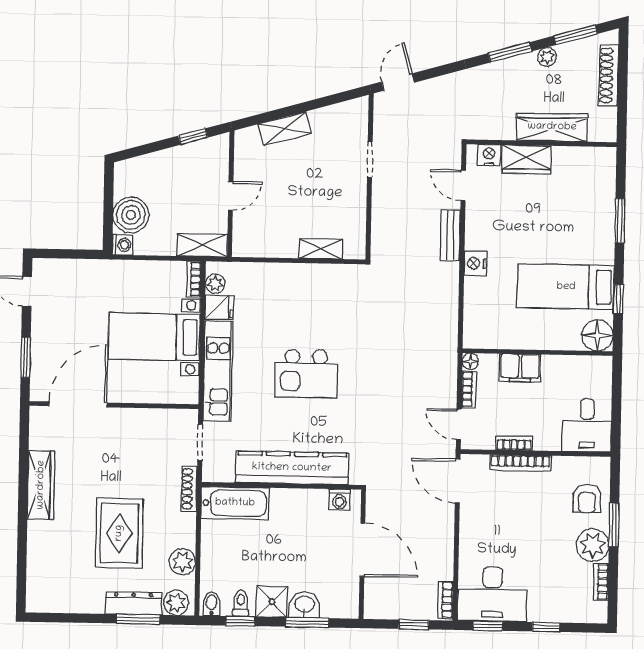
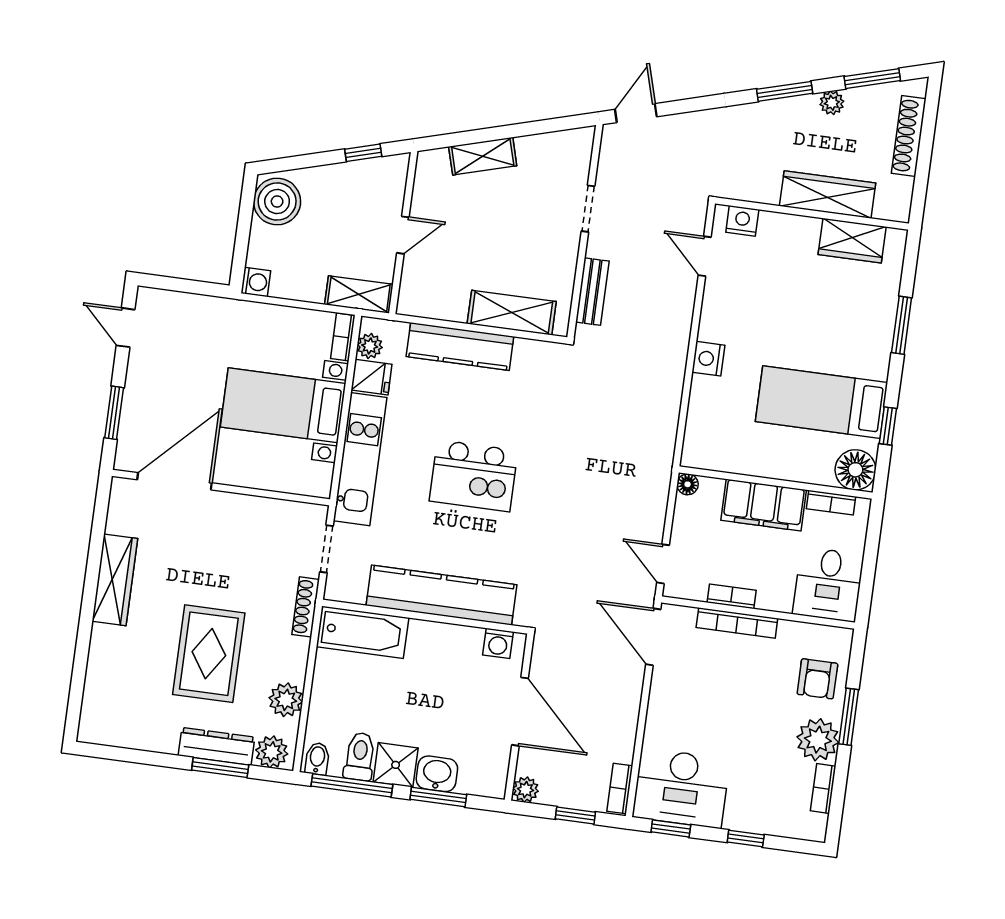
wardrobe: (527, 160) -> (852, 241), moved
boiler: (131, 215) -> (277, 202), moved
bench: (450, 235) -> (592, 292), moved
shelving: (321, 249) -> (512, 313), width x1.50, depth x1.33
kitchen counter: (284, 276) -> (460, 346), added
filing cabinet: (520, 368) -> (764, 505), width x1.50, depth x1.17
bookcase: (469, 389) -> (831, 503), moved, turned 90
toilet: (241, 603) -> (360, 756), width x1.37, depth x1.39
plant: (374, 609) -> (526, 790), added
window: (240, 621) -> (352, 785), width x2.17

